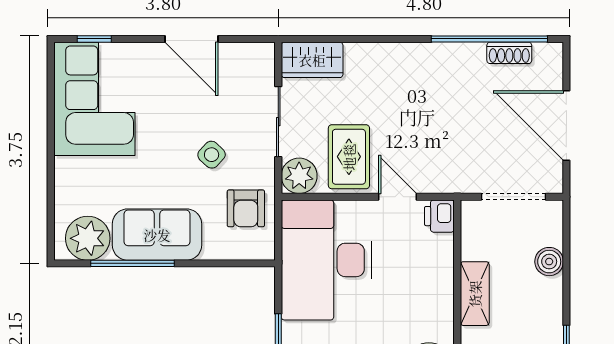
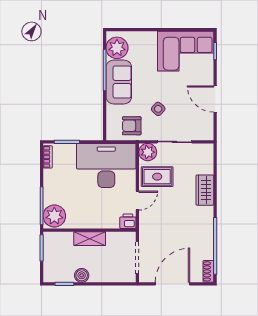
door: (192, 39) -> (215, 99), hinge flipped
shoe rack: (509, 53) -> (208, 271), moved
wardrobe: (312, 60) -> (205, 190), moved
boiler: (549, 262) -> (82, 275), moved

